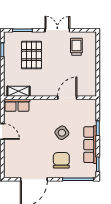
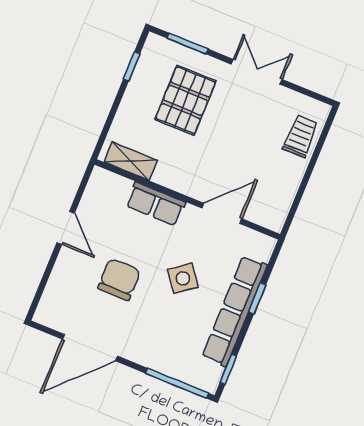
trolley: (76, 47) -> (300, 136), moved
row of seats: (17, 105) -> (156, 204), moved
row of seats: (90, 145) -> (235, 311), width x1.36
chair: (61, 160) -> (119, 279), moved

